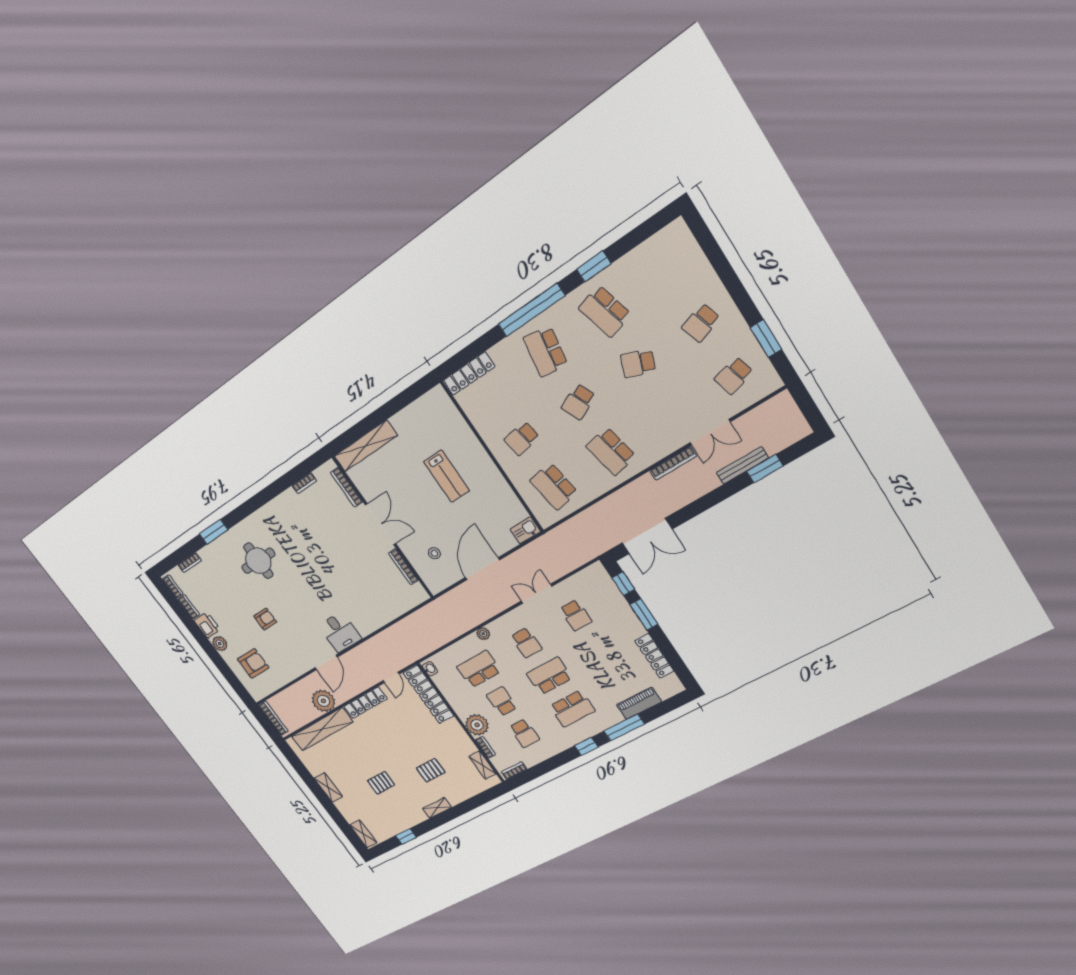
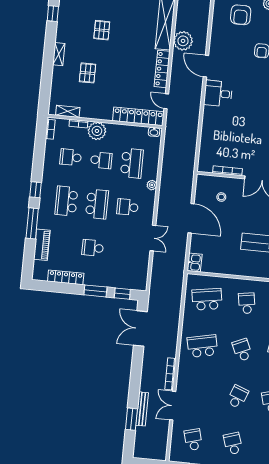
school desk: (576, 615) -> (93, 248), moved

